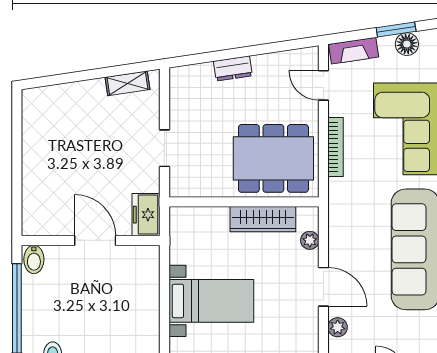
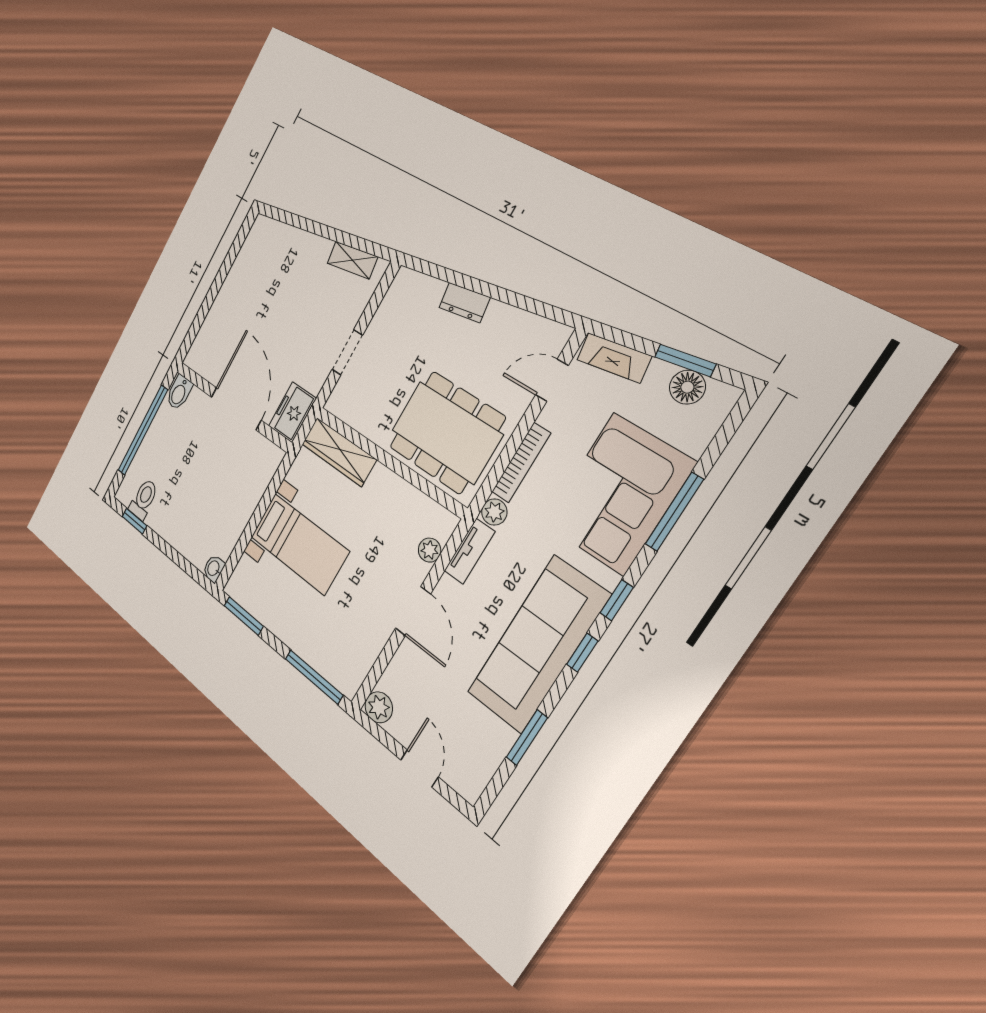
door: (323, 85) -> (552, 380), hinge flipped
wardrobe: (263, 219) -> (339, 452), moved
tv unit: (337, 223) -> (469, 551), added
door: (95, 240) -> (236, 409), width x1.36
plant: (338, 327) -> (494, 512), moved

